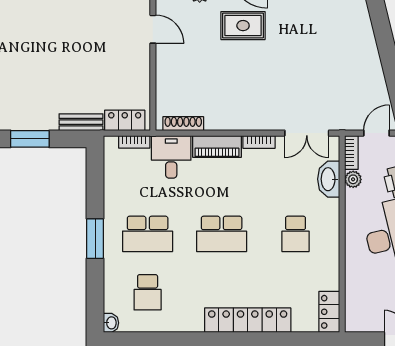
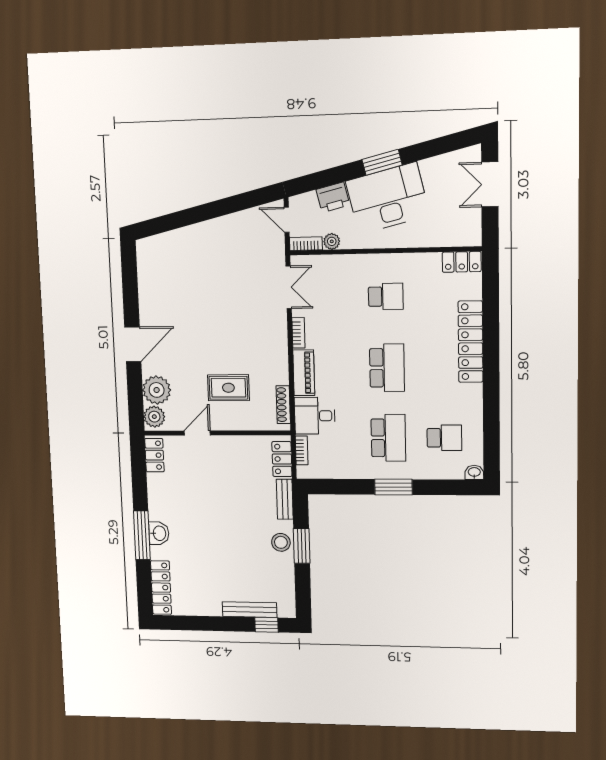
rug: (243, 26) -> (228, 388), moved, turned 90
stool: (33, 116) -> (281, 542), added
washbasin: (329, 179) -> (332, 265), removed

